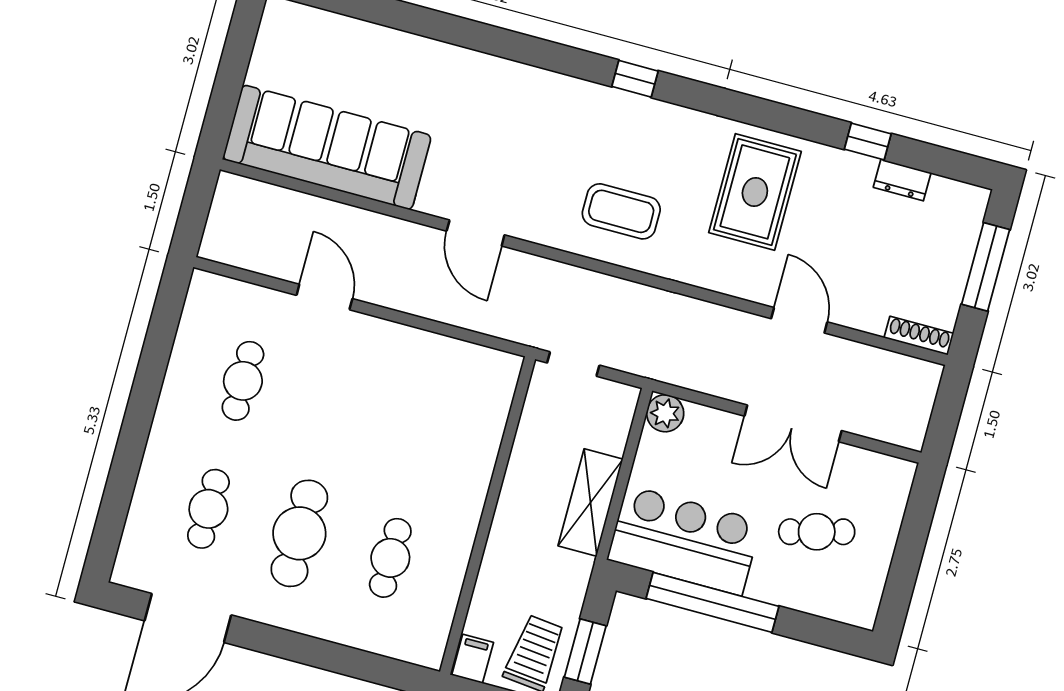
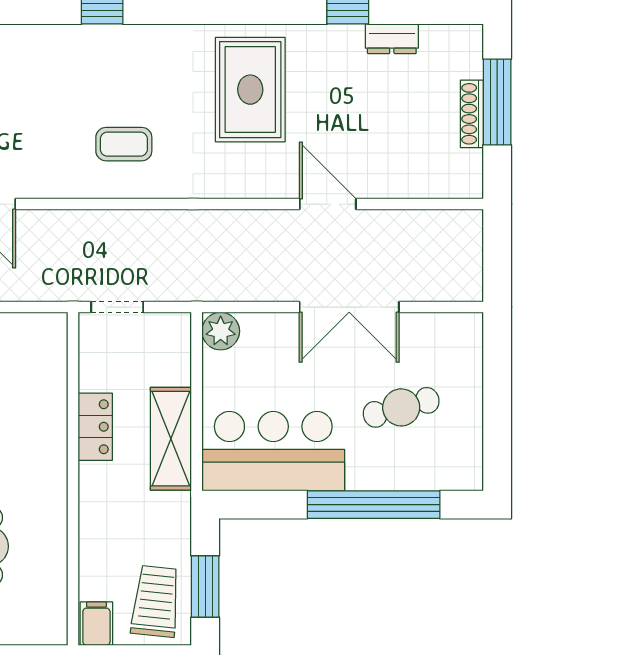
coffee table: (621, 211) -> (124, 144), width x0.73, depth x0.77
shoe rack: (919, 336) -> (472, 114), moved, turned -90
locker: (522, 472) -> (95, 427), added
window: (712, 602) -> (374, 505), moved

